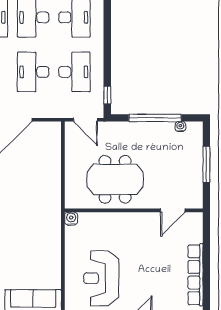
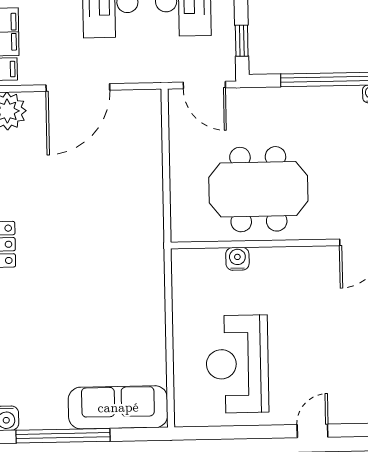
water cooler: (71, 219) -> (237, 259), moved

